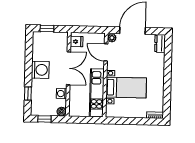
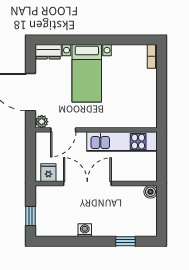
washing machine: (40, 70) -> (85, 230), width x0.53, depth x0.53
bed with nightstands: (126, 88) -> (87, 73), moved, turned 180
washing machine: (62, 94) -> (124, 193), removed
window: (44, 119) -> (162, 216), removed

